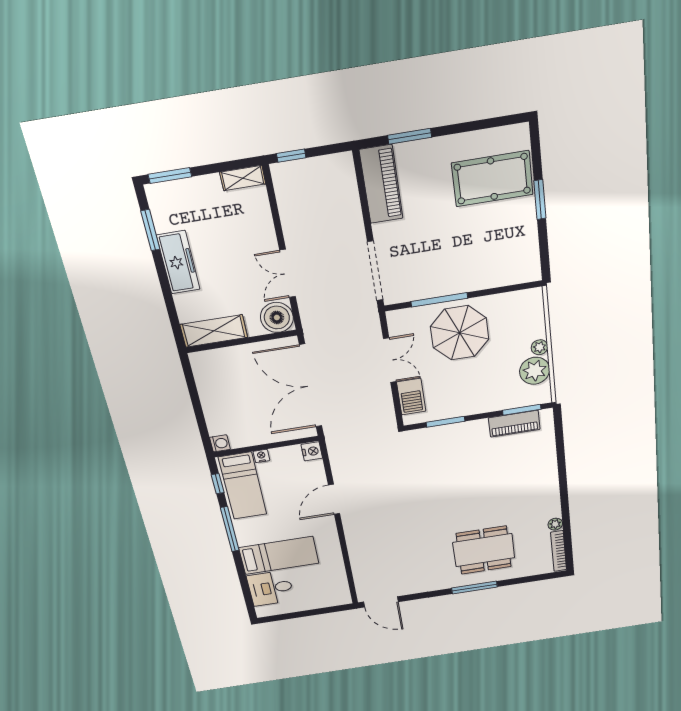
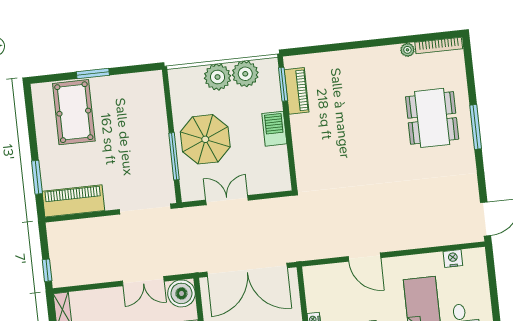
plant: (539, 347) -> (218, 77), width x1.87, depth x1.87
barbecue: (411, 397) -> (274, 129), moved, turned -90
window: (445, 422) -> (290, 153), removed
nightstand: (312, 451) -> (453, 258), moved

